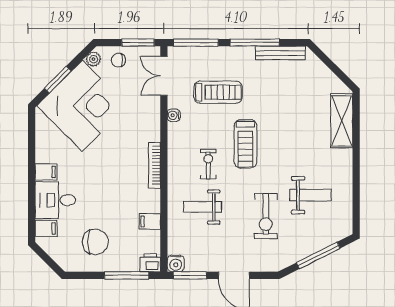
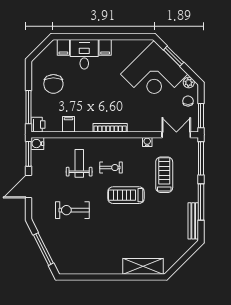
treadmill: (218, 92) -> (164, 175), turned 180
weight bench: (310, 195) -> (88, 243), removed

